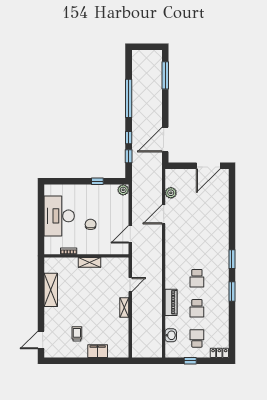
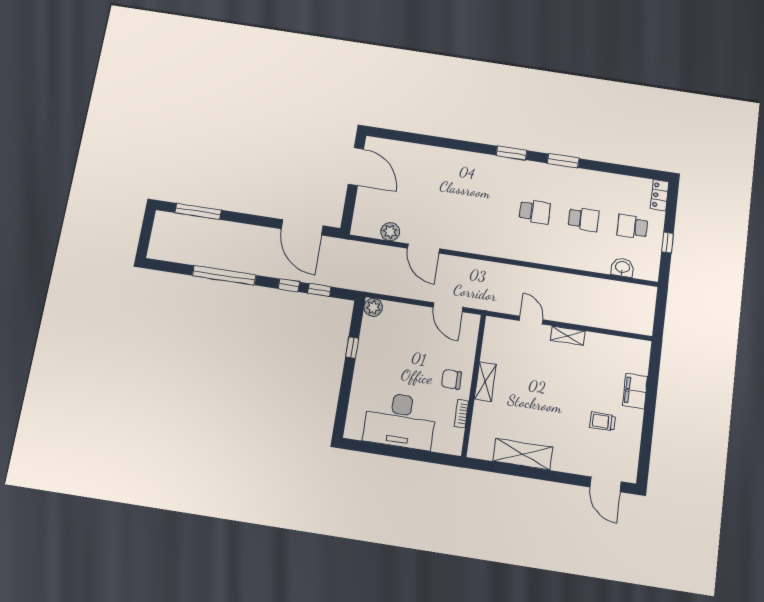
chair: (91, 224) -> (451, 379), moved
piano: (171, 302) -> (569, 259), removed

